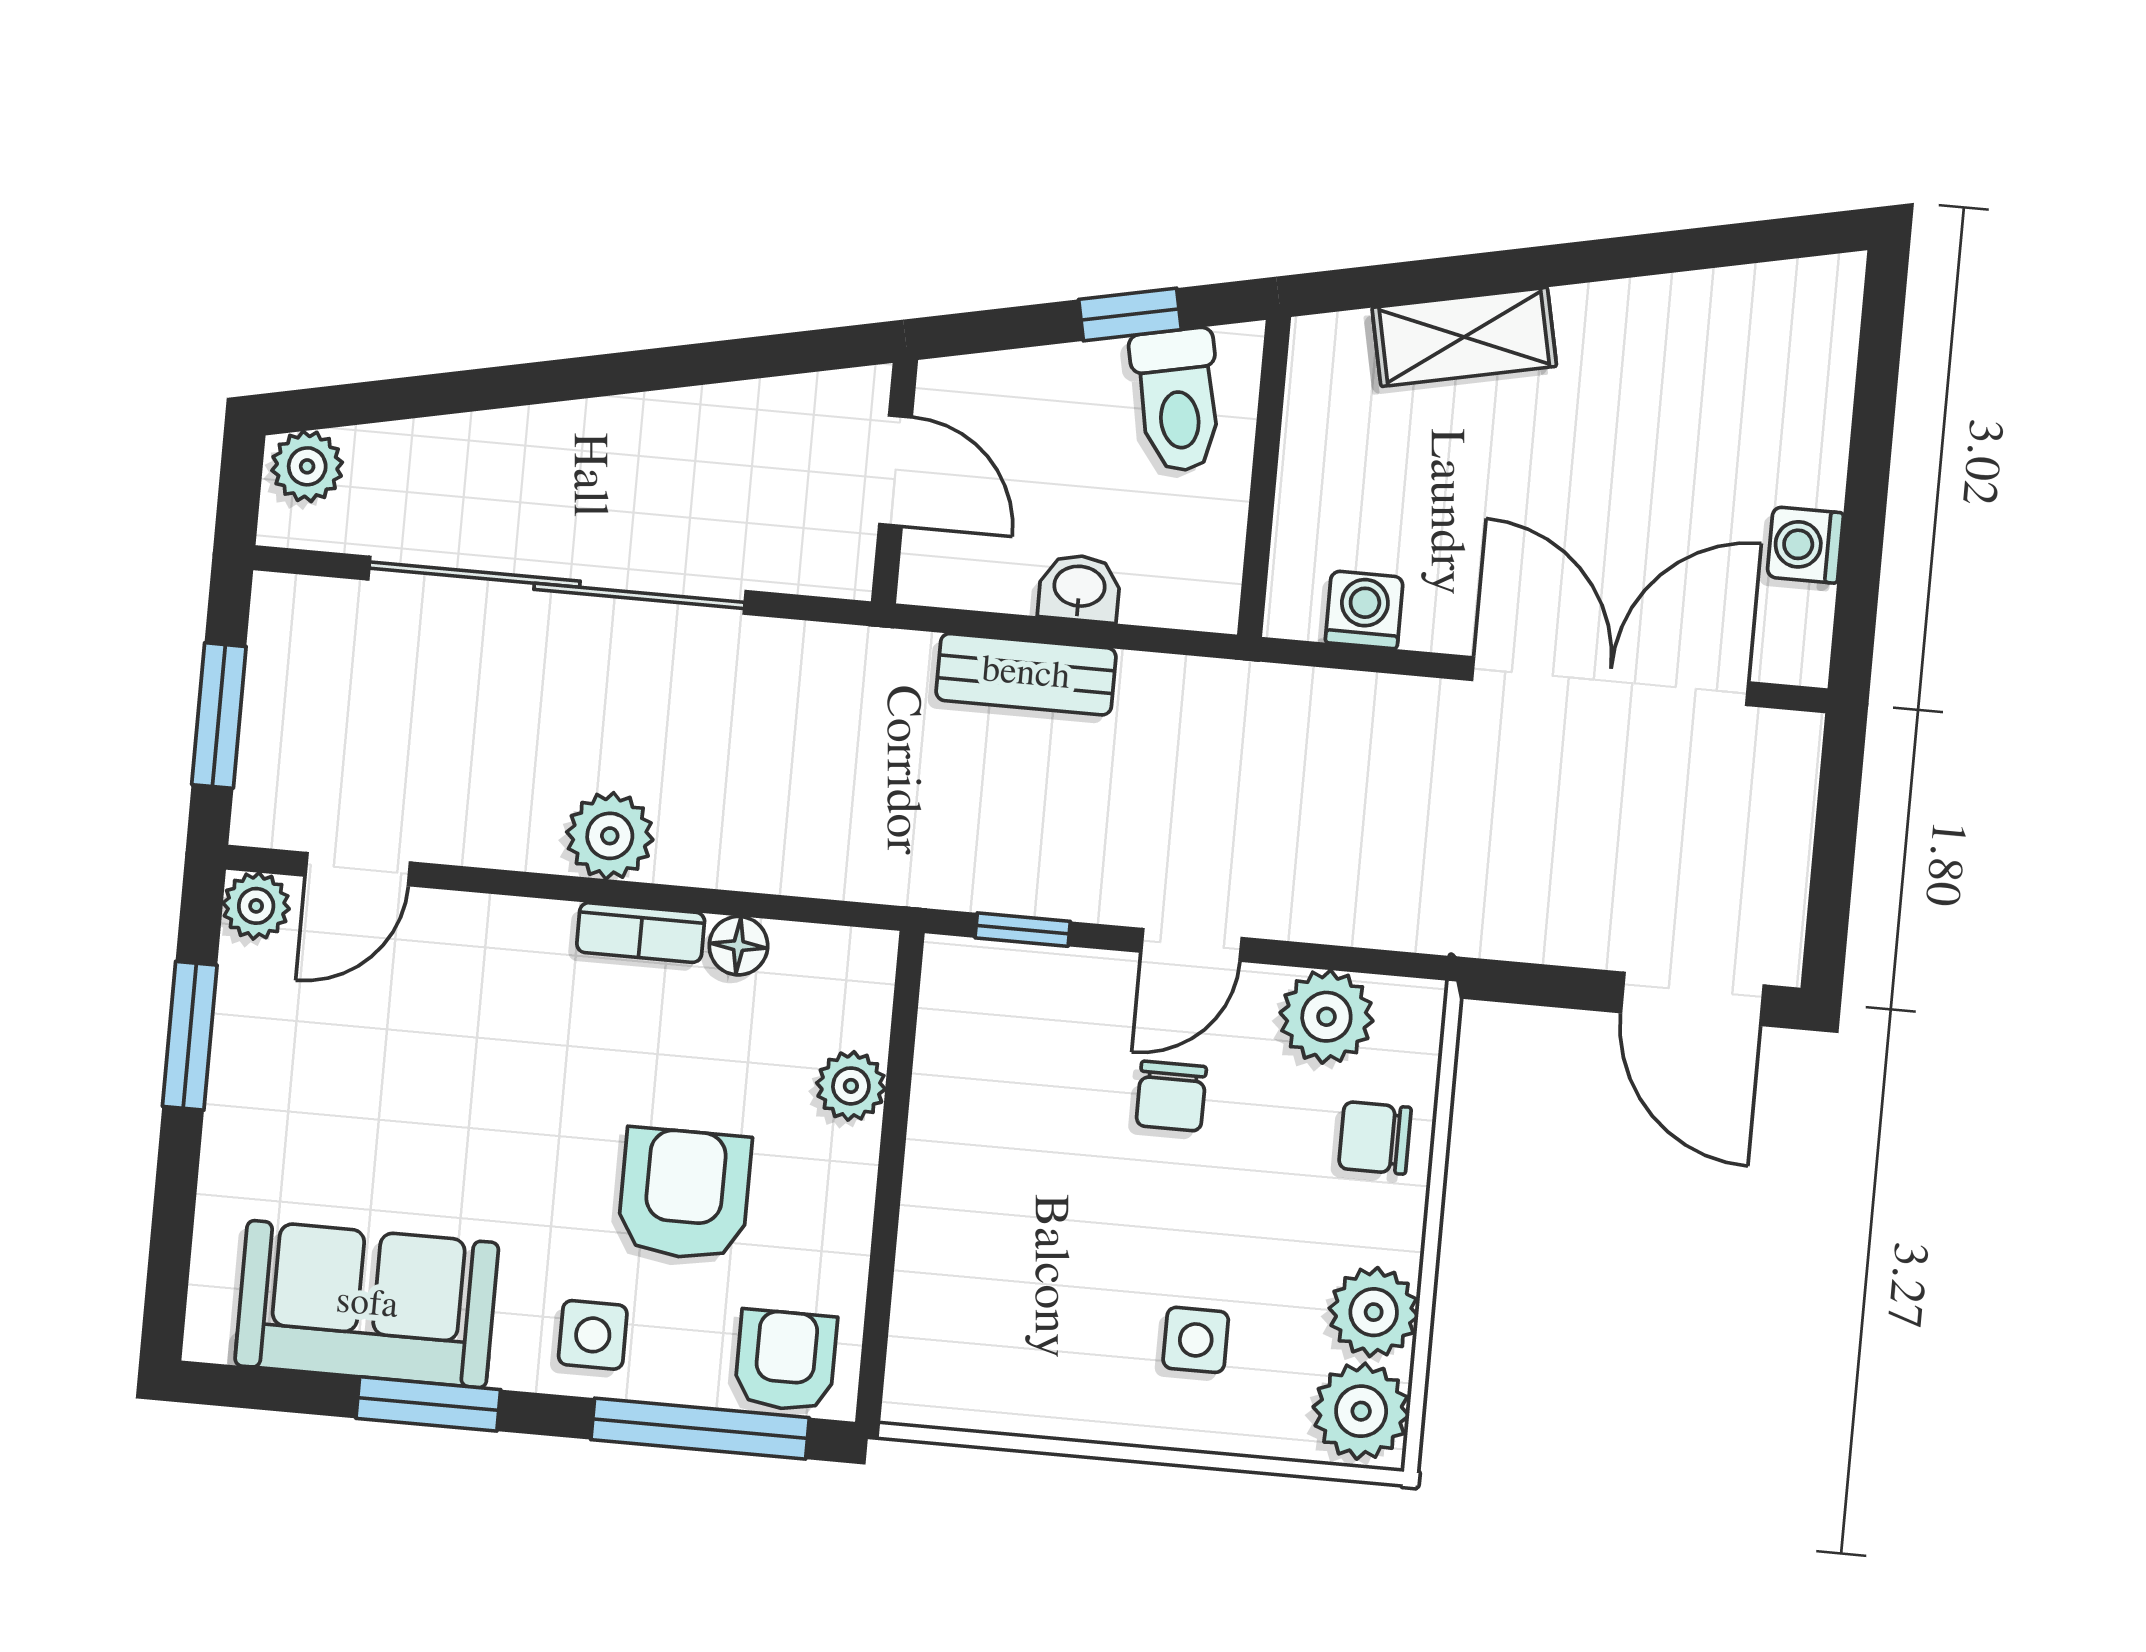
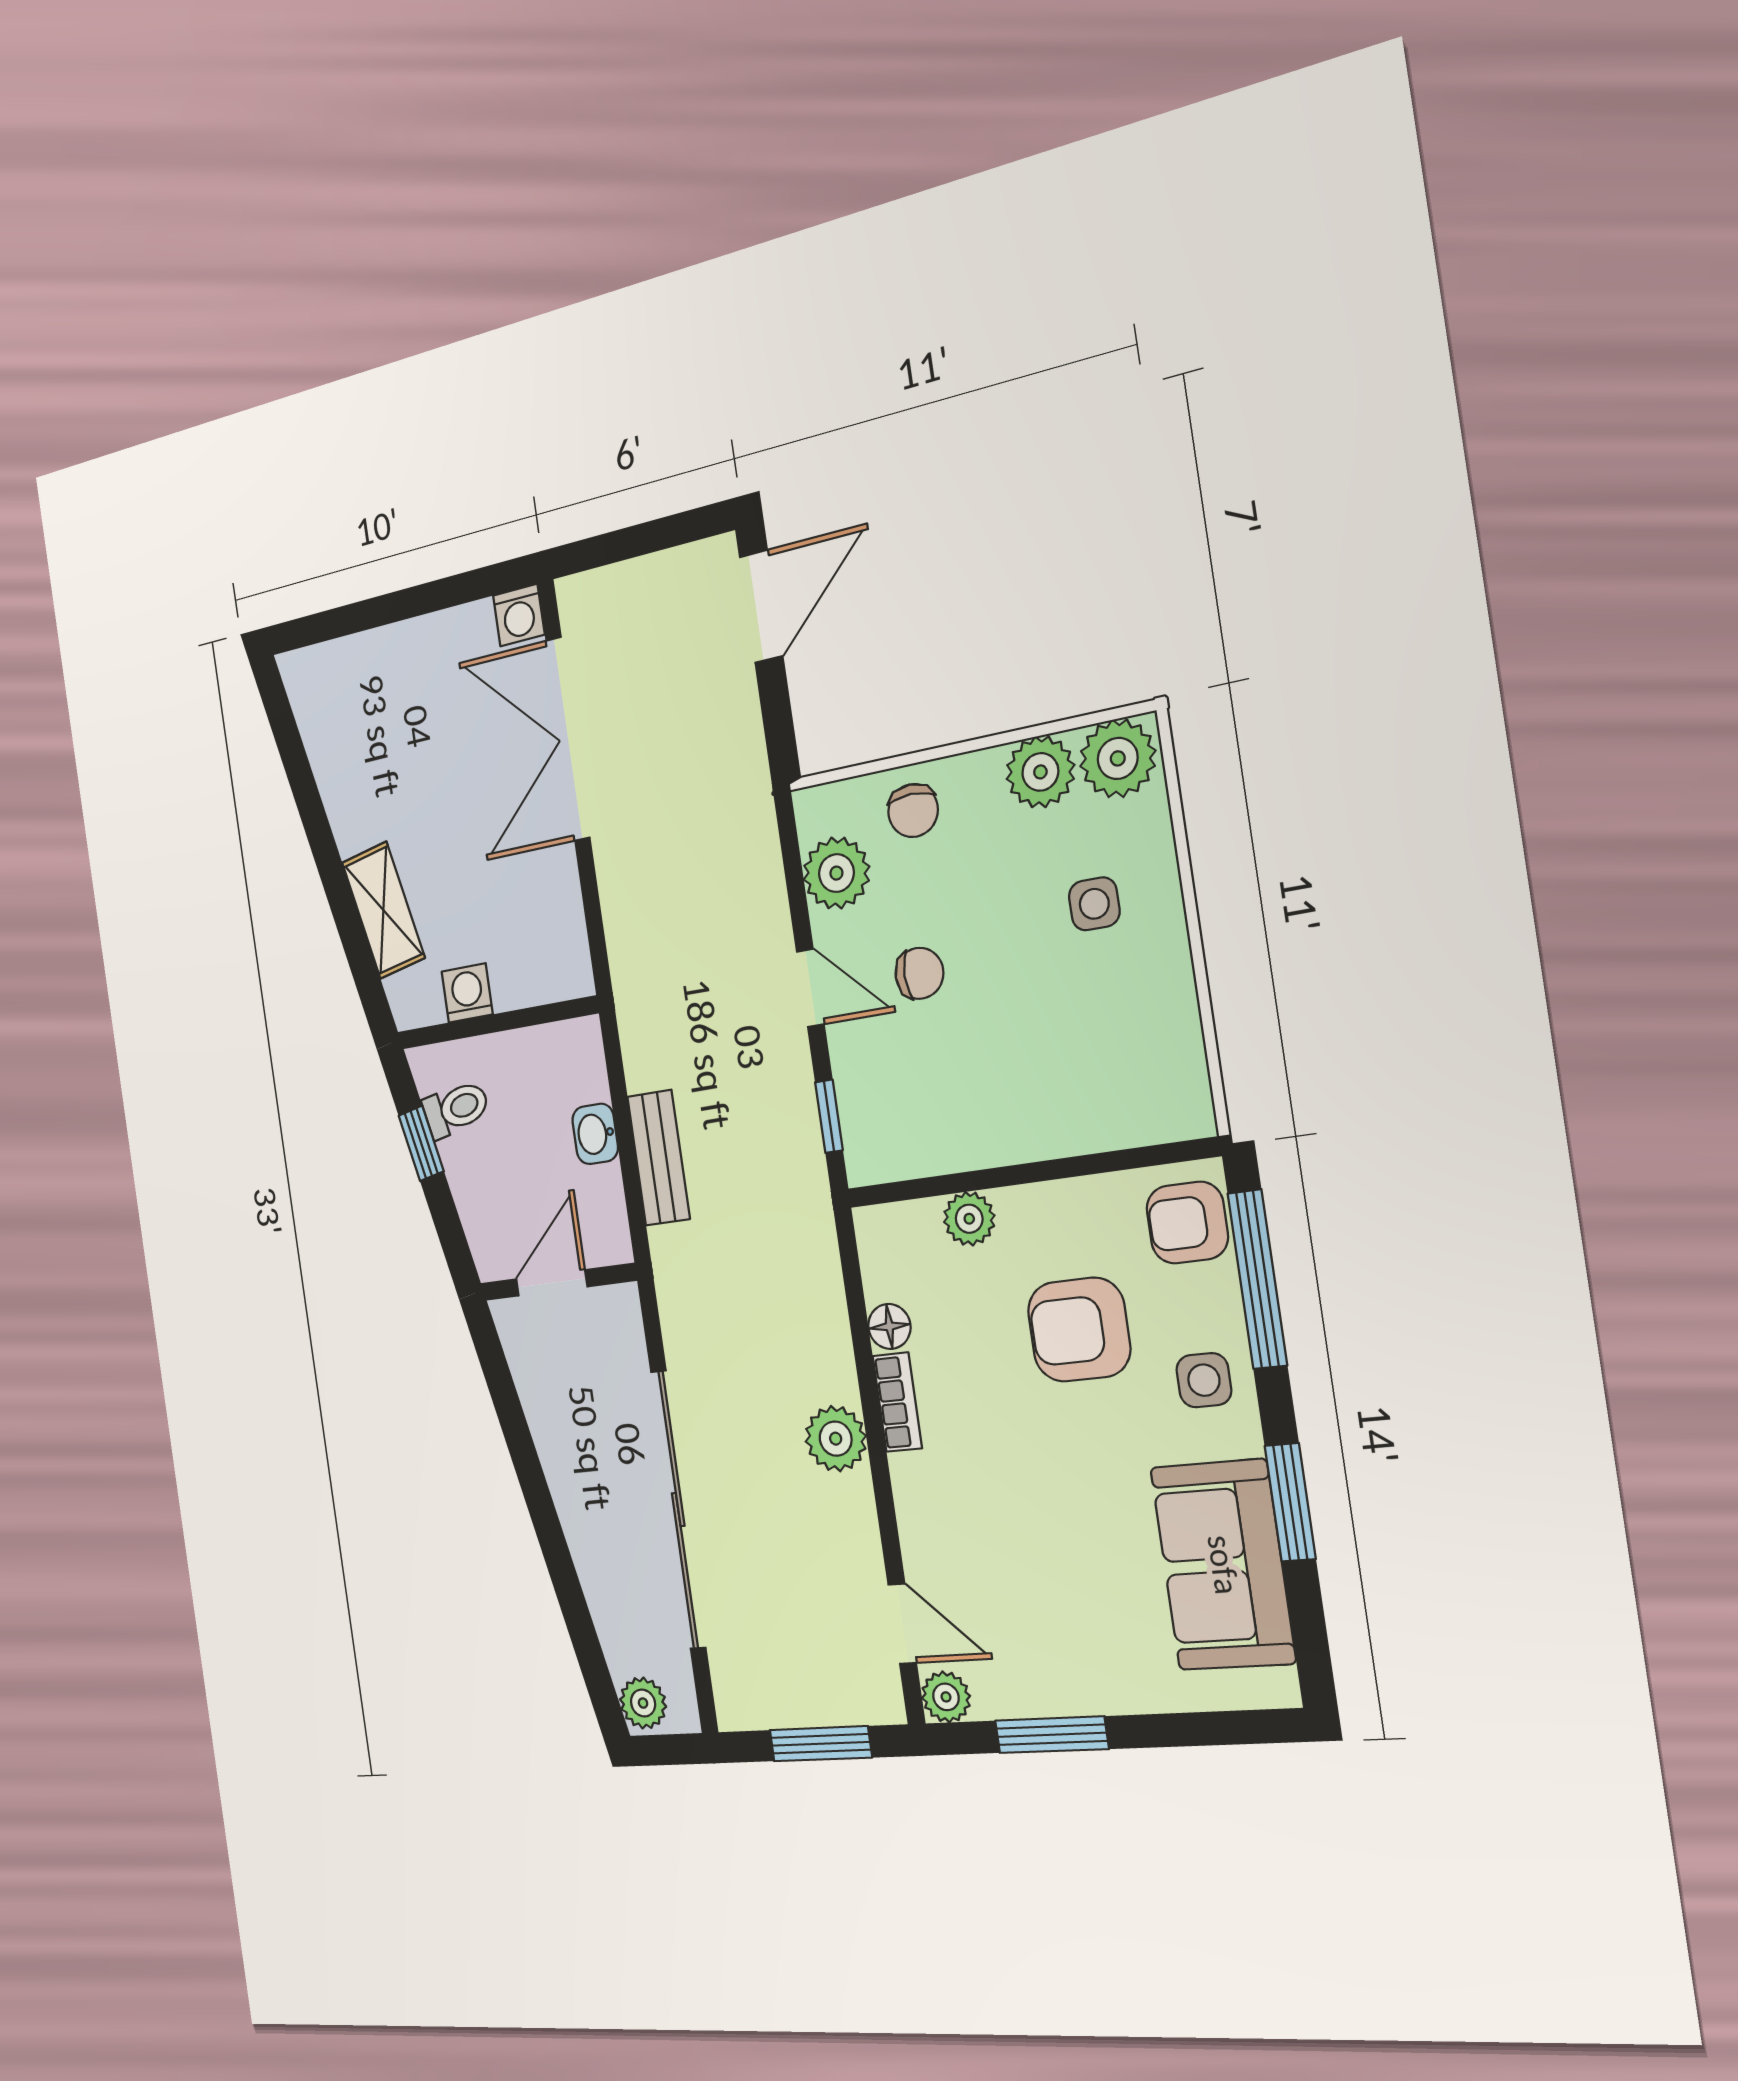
toilet: (1178, 400) -> (456, 1109), width x0.73, depth x0.72
washing machine: (1805, 545) -> (519, 615), moved
washing machine: (1364, 610) -> (467, 993), moved, turned 90

